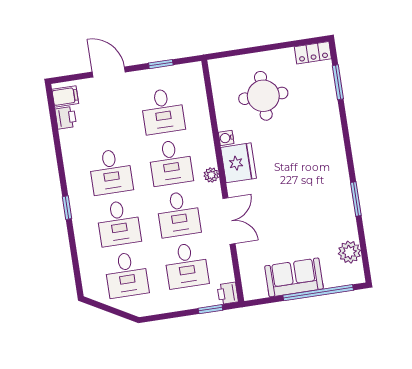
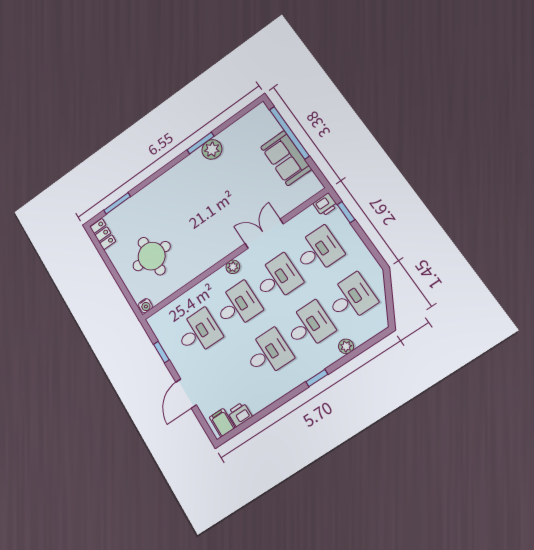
water cooler: (226, 138) -> (145, 306), moved
fridge: (238, 163) -> (213, 250), removed
plant: (84, 249) -> (346, 346), added
plant: (349, 252) -> (212, 149), moved

